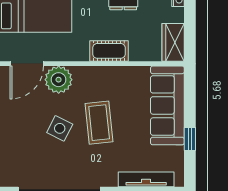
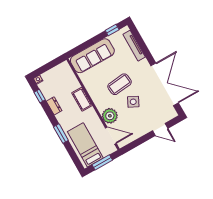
wardrobe: (173, 42) -> (60, 70), removed
window: (190, 139) -> (112, 30), moved

